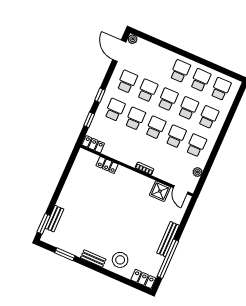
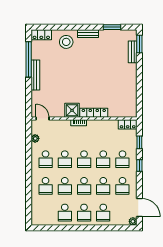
school desk: (221, 89) -> (103, 213), moved
locker: (107, 165) -> (94, 113), moved, width x1.53
shower: (160, 191) -> (72, 110), moved

